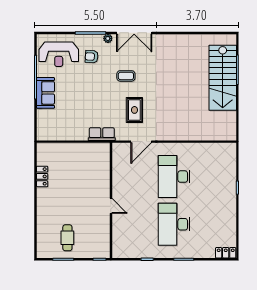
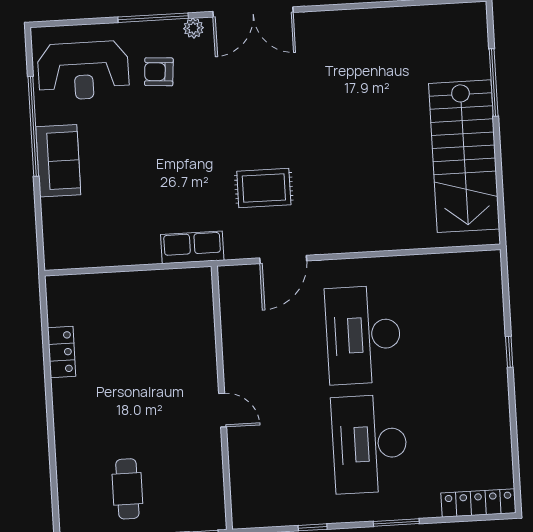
coffee table: (126, 76) -> (240, 111), removed
stairs: (223, 78) -> (464, 156), moved
rug: (134, 110) -> (264, 188), turned 90
locker: (226, 253) -> (478, 503), width x1.53

